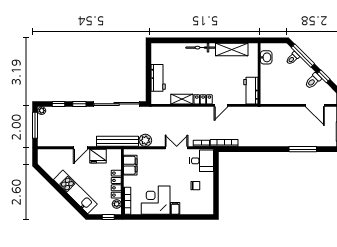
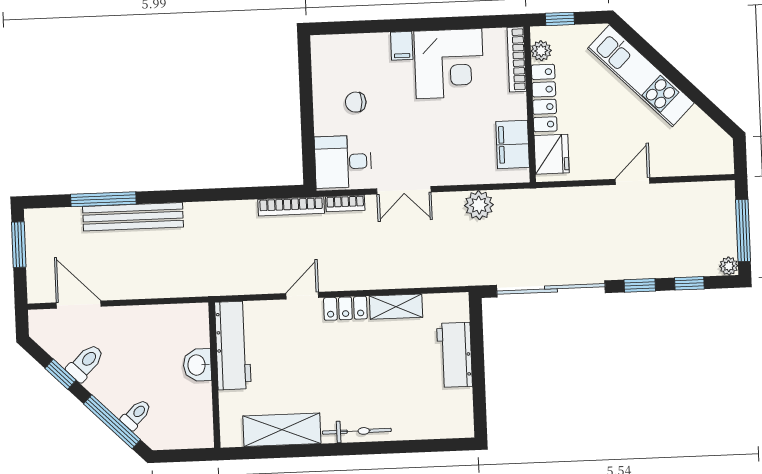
washbasin: (266, 57) -> (197, 365), moved
workbench: (251, 91) -> (233, 345), width x1.38
bench: (117, 141) -> (133, 217), moved
fridge: (98, 156) -> (552, 154), moved, turned 90

